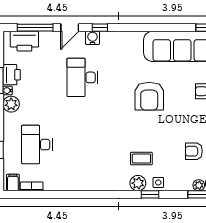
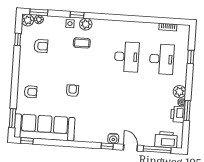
door: (70, 28) -> (130, 148), hinge flipped
desk: (82, 77) -> (127, 57), moved
armchair: (149, 96) -> (73, 91), width x0.53, depth x0.53
filing cabinet: (13, 183) -> (182, 31), removed

